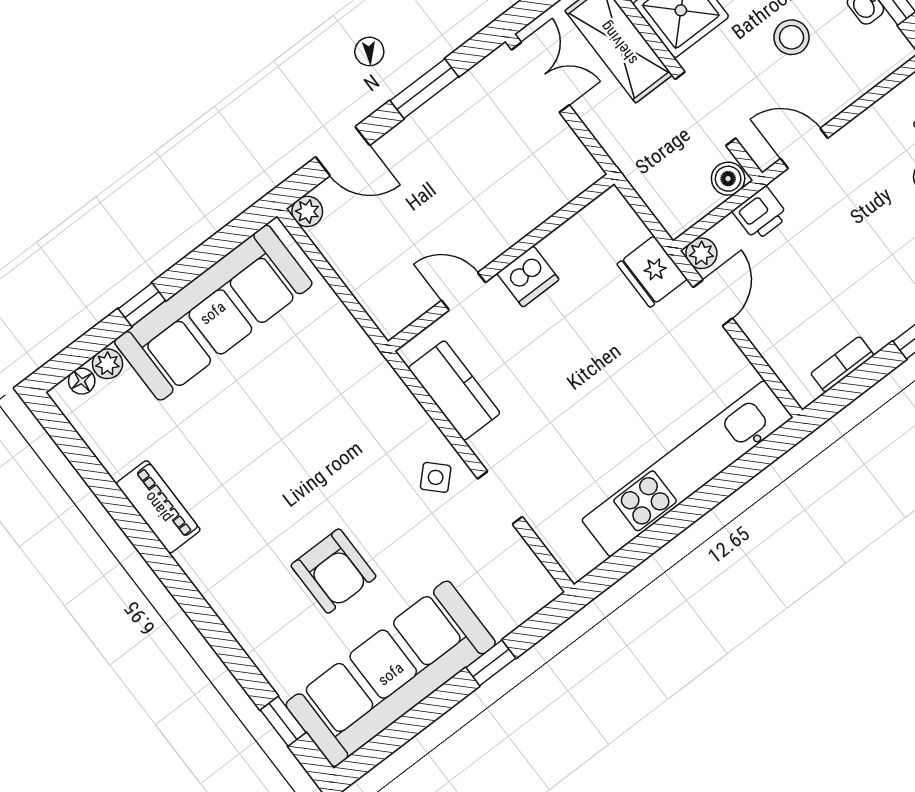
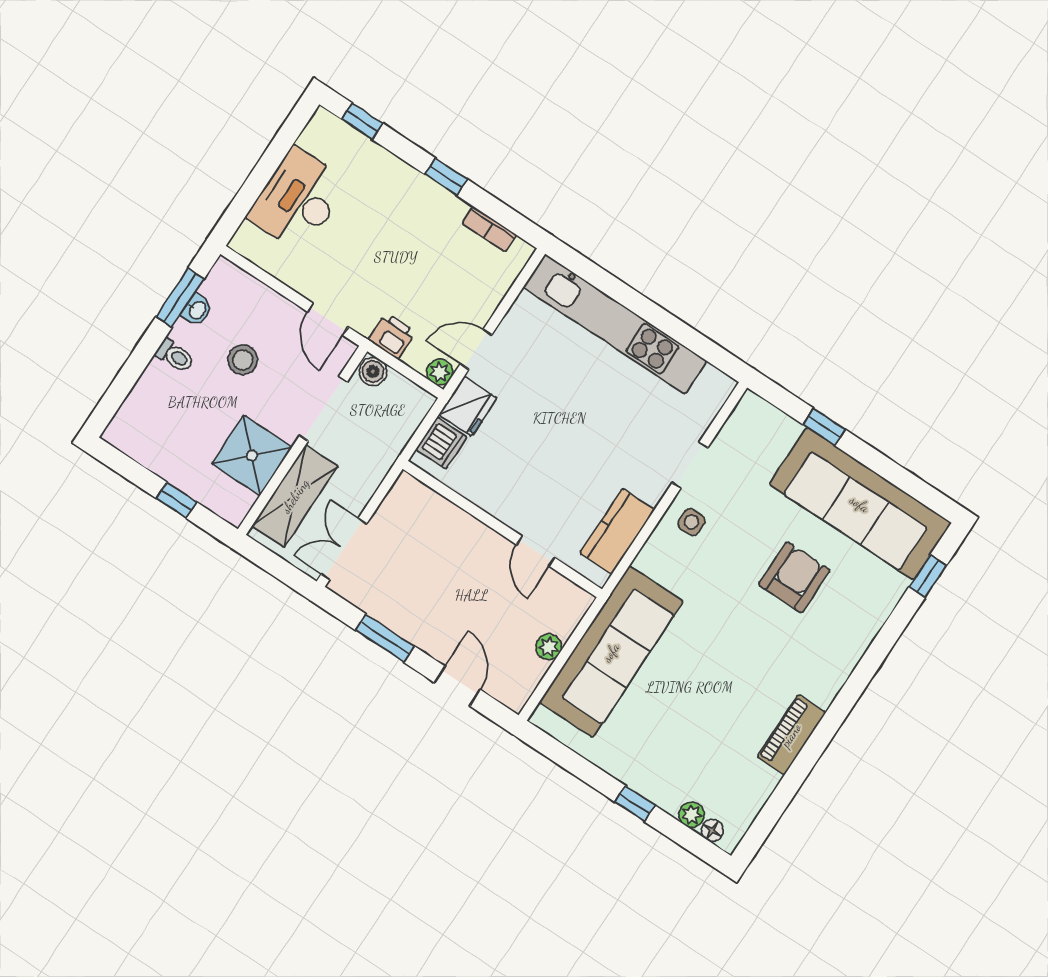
plant: (307, 211) -> (549, 647), moved
dishwasher: (528, 276) -> (441, 443), moved, turned 90
sofa: (213, 313) -> (611, 652), moved, turned 90
side table: (436, 477) -> (691, 522), turned 45

